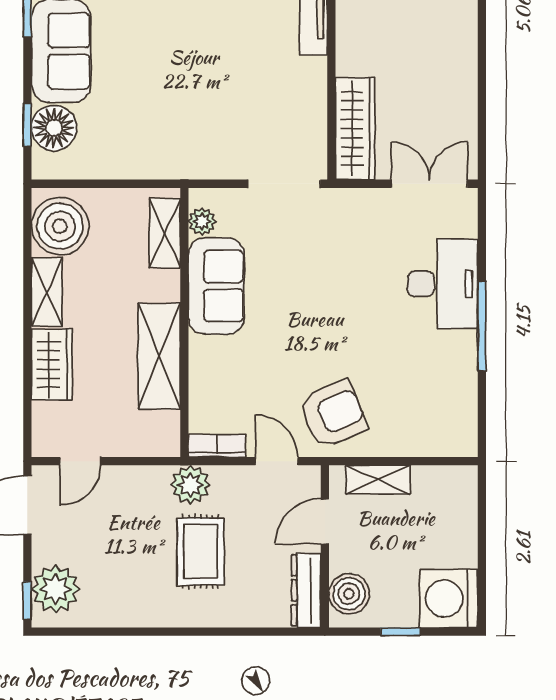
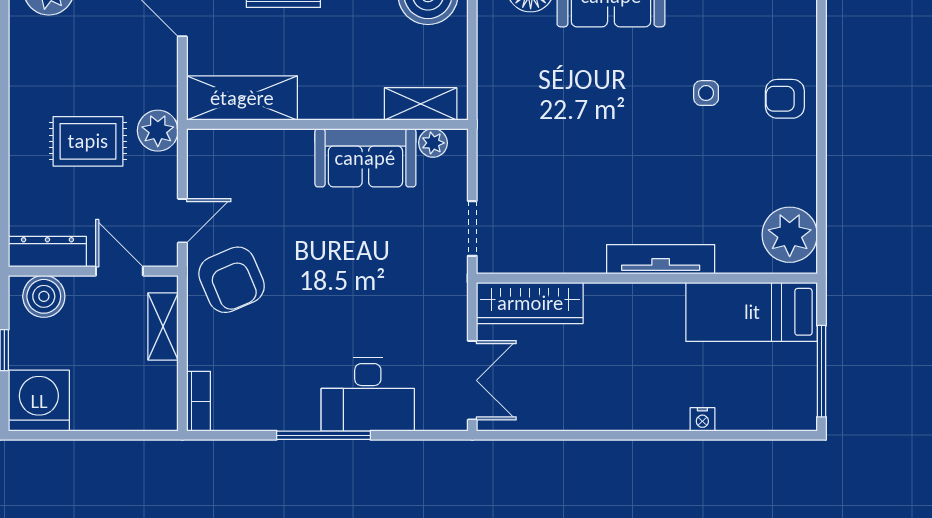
doorway: (284, 184) -> (472, 228), width x0.73
shelving: (159, 356) -> (242, 98), moved
bookcase: (217, 446) -> (199, 401), moved

